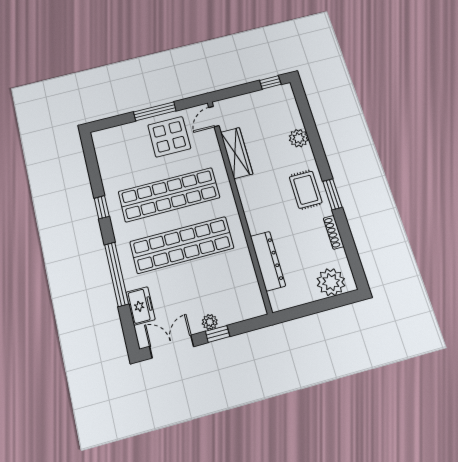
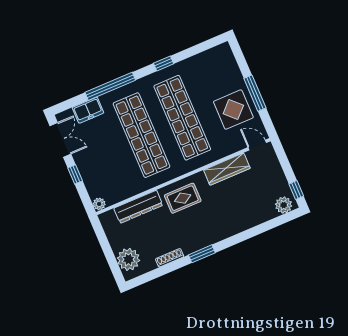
plant: (299, 138) -> (284, 205), moved
rug: (306, 190) -> (183, 198), moved
plant: (210, 322) -> (99, 204), moved

